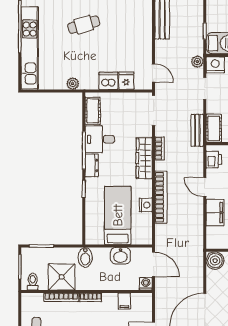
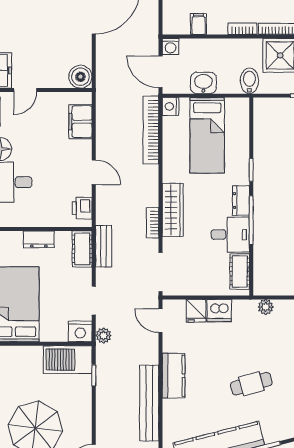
kitchen counter: (143, 31) -> (174, 376), added
bookcase: (161, 197) -> (151, 130), moved
nightstand: (146, 205) -> (171, 107), moved
filing cabinet: (215, 213) -> (80, 122), moved

